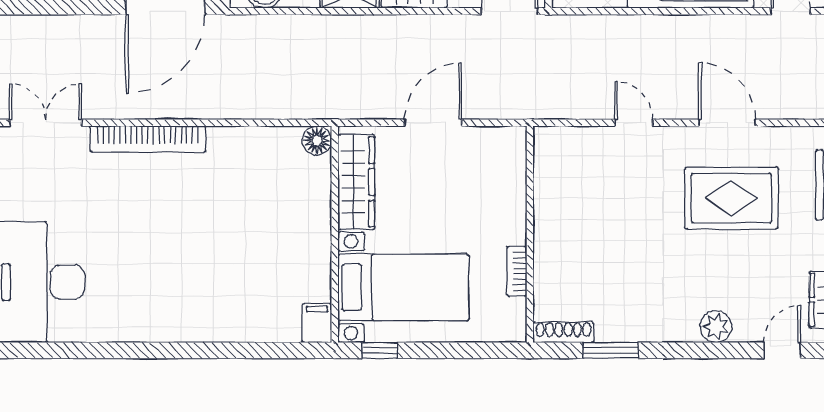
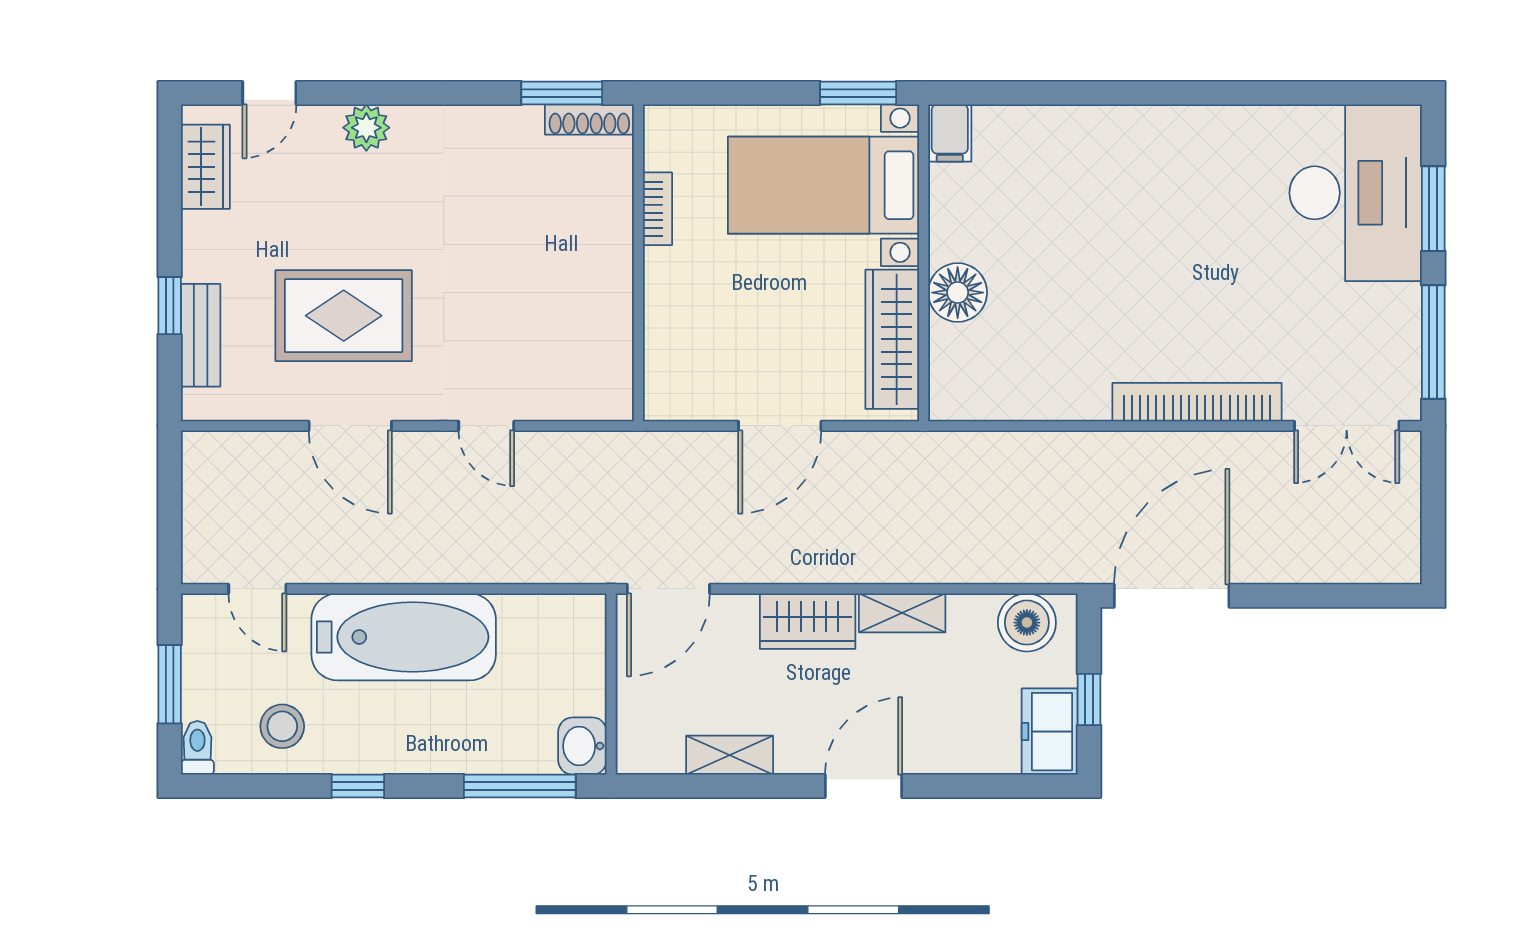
floor lamp: (317, 140) -> (958, 293), moved, width x1.38, depth x1.38
window: (380, 350) -> (858, 93), width x1.50
window: (611, 350) -> (562, 93), moved

